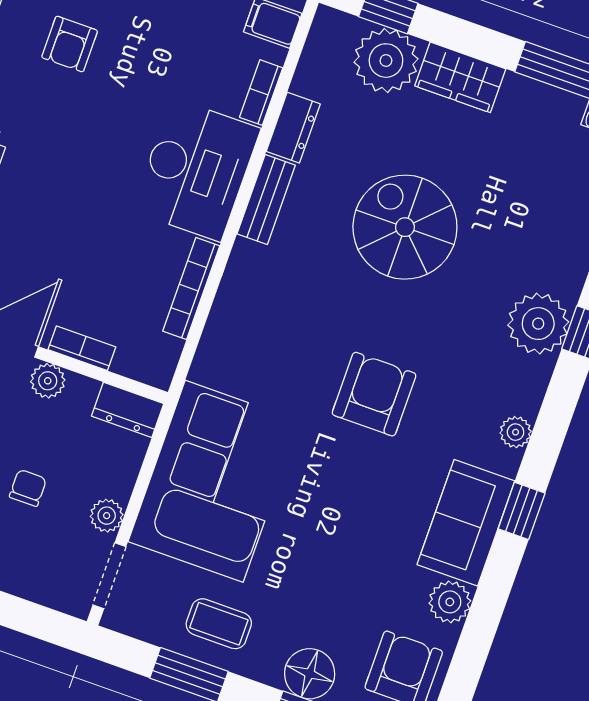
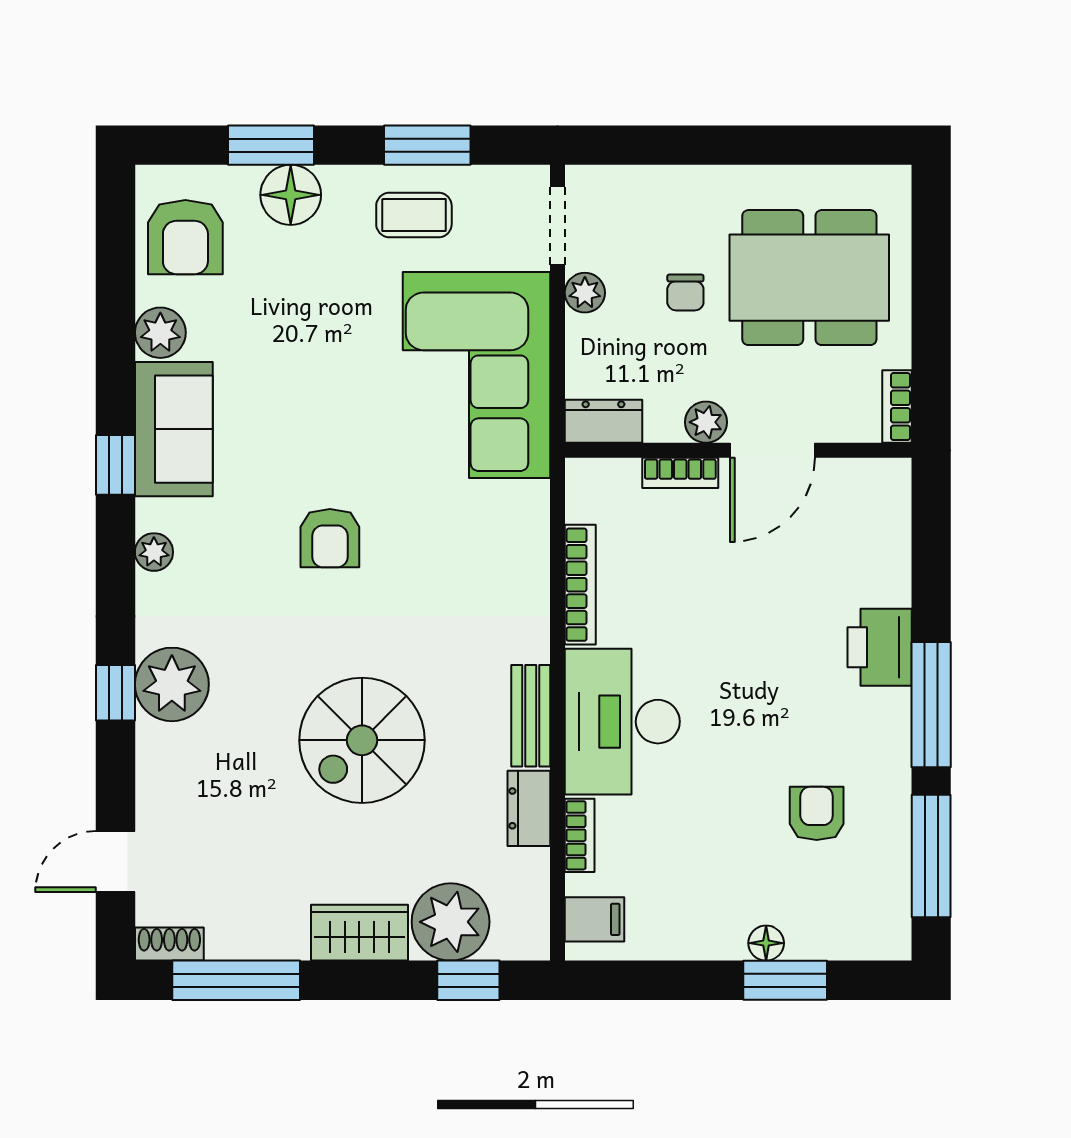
spiral stairs: (405, 227) -> (362, 740), turned 90
armchair: (374, 394) -> (330, 538), width x0.72, depth x0.72

